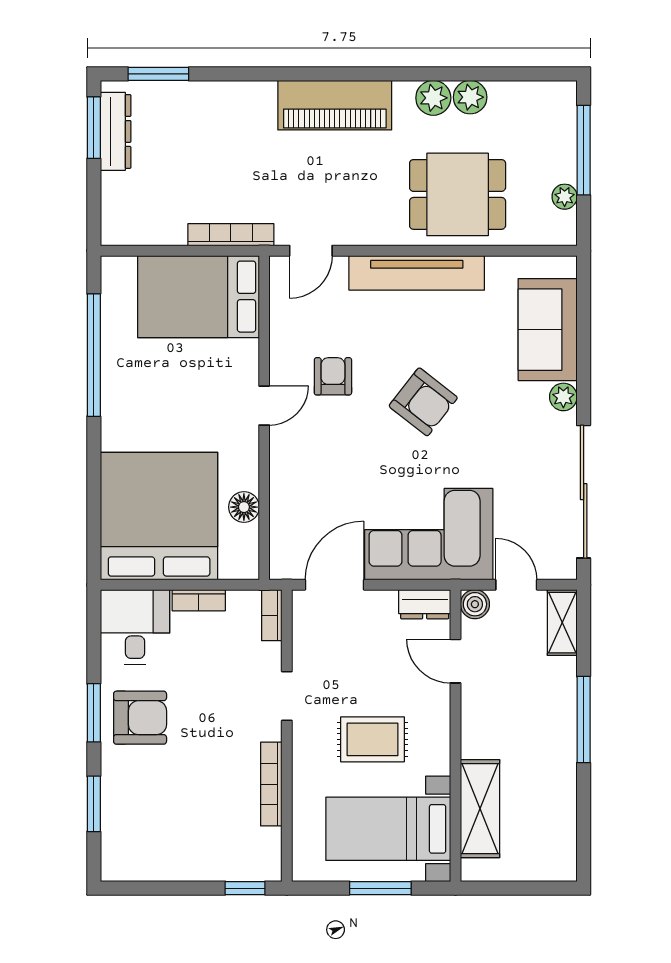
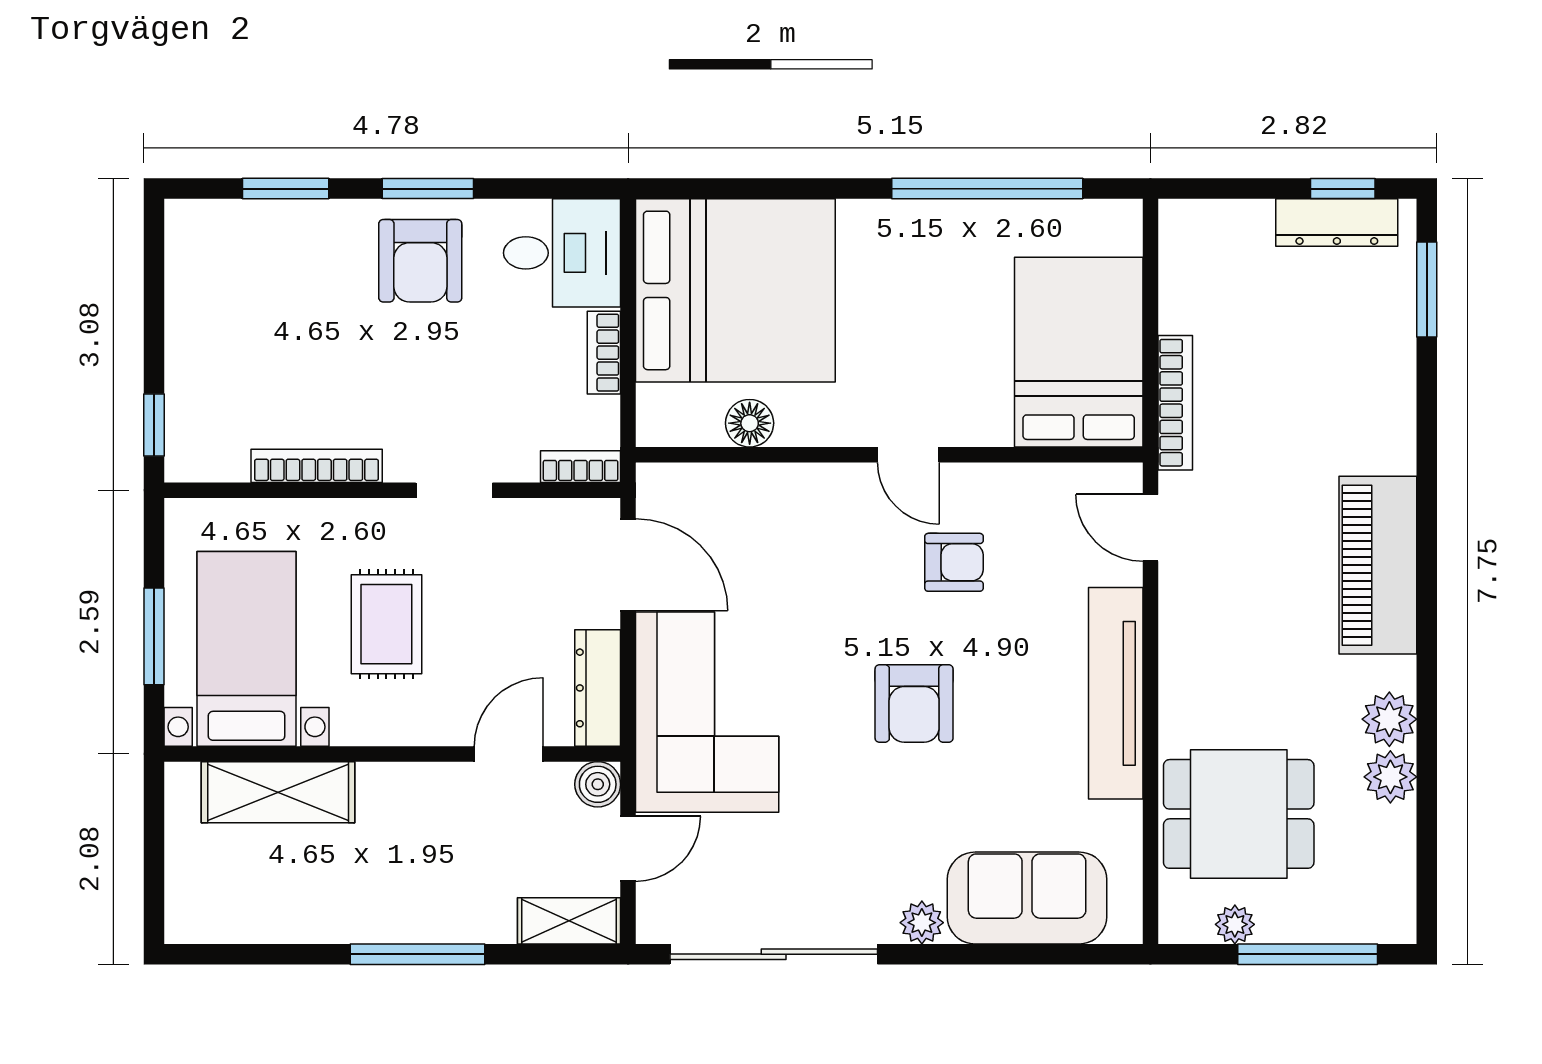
window: (94, 128) -> (1343, 189), width x0.67
dining table: (458, 194) -> (1239, 814), moved, turned 90
armchair: (423, 402) -> (914, 703), turned -38
dresser: (425, 604) -> (598, 688), width x1.44

